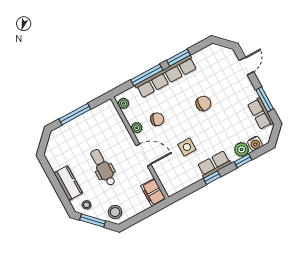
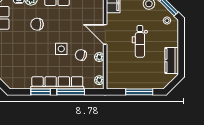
chair: (203, 103) -> (37, 24), moved
side table: (187, 147) -> (61, 49), moved
kitchen counter: (68, 183) -> (172, 61), moved

